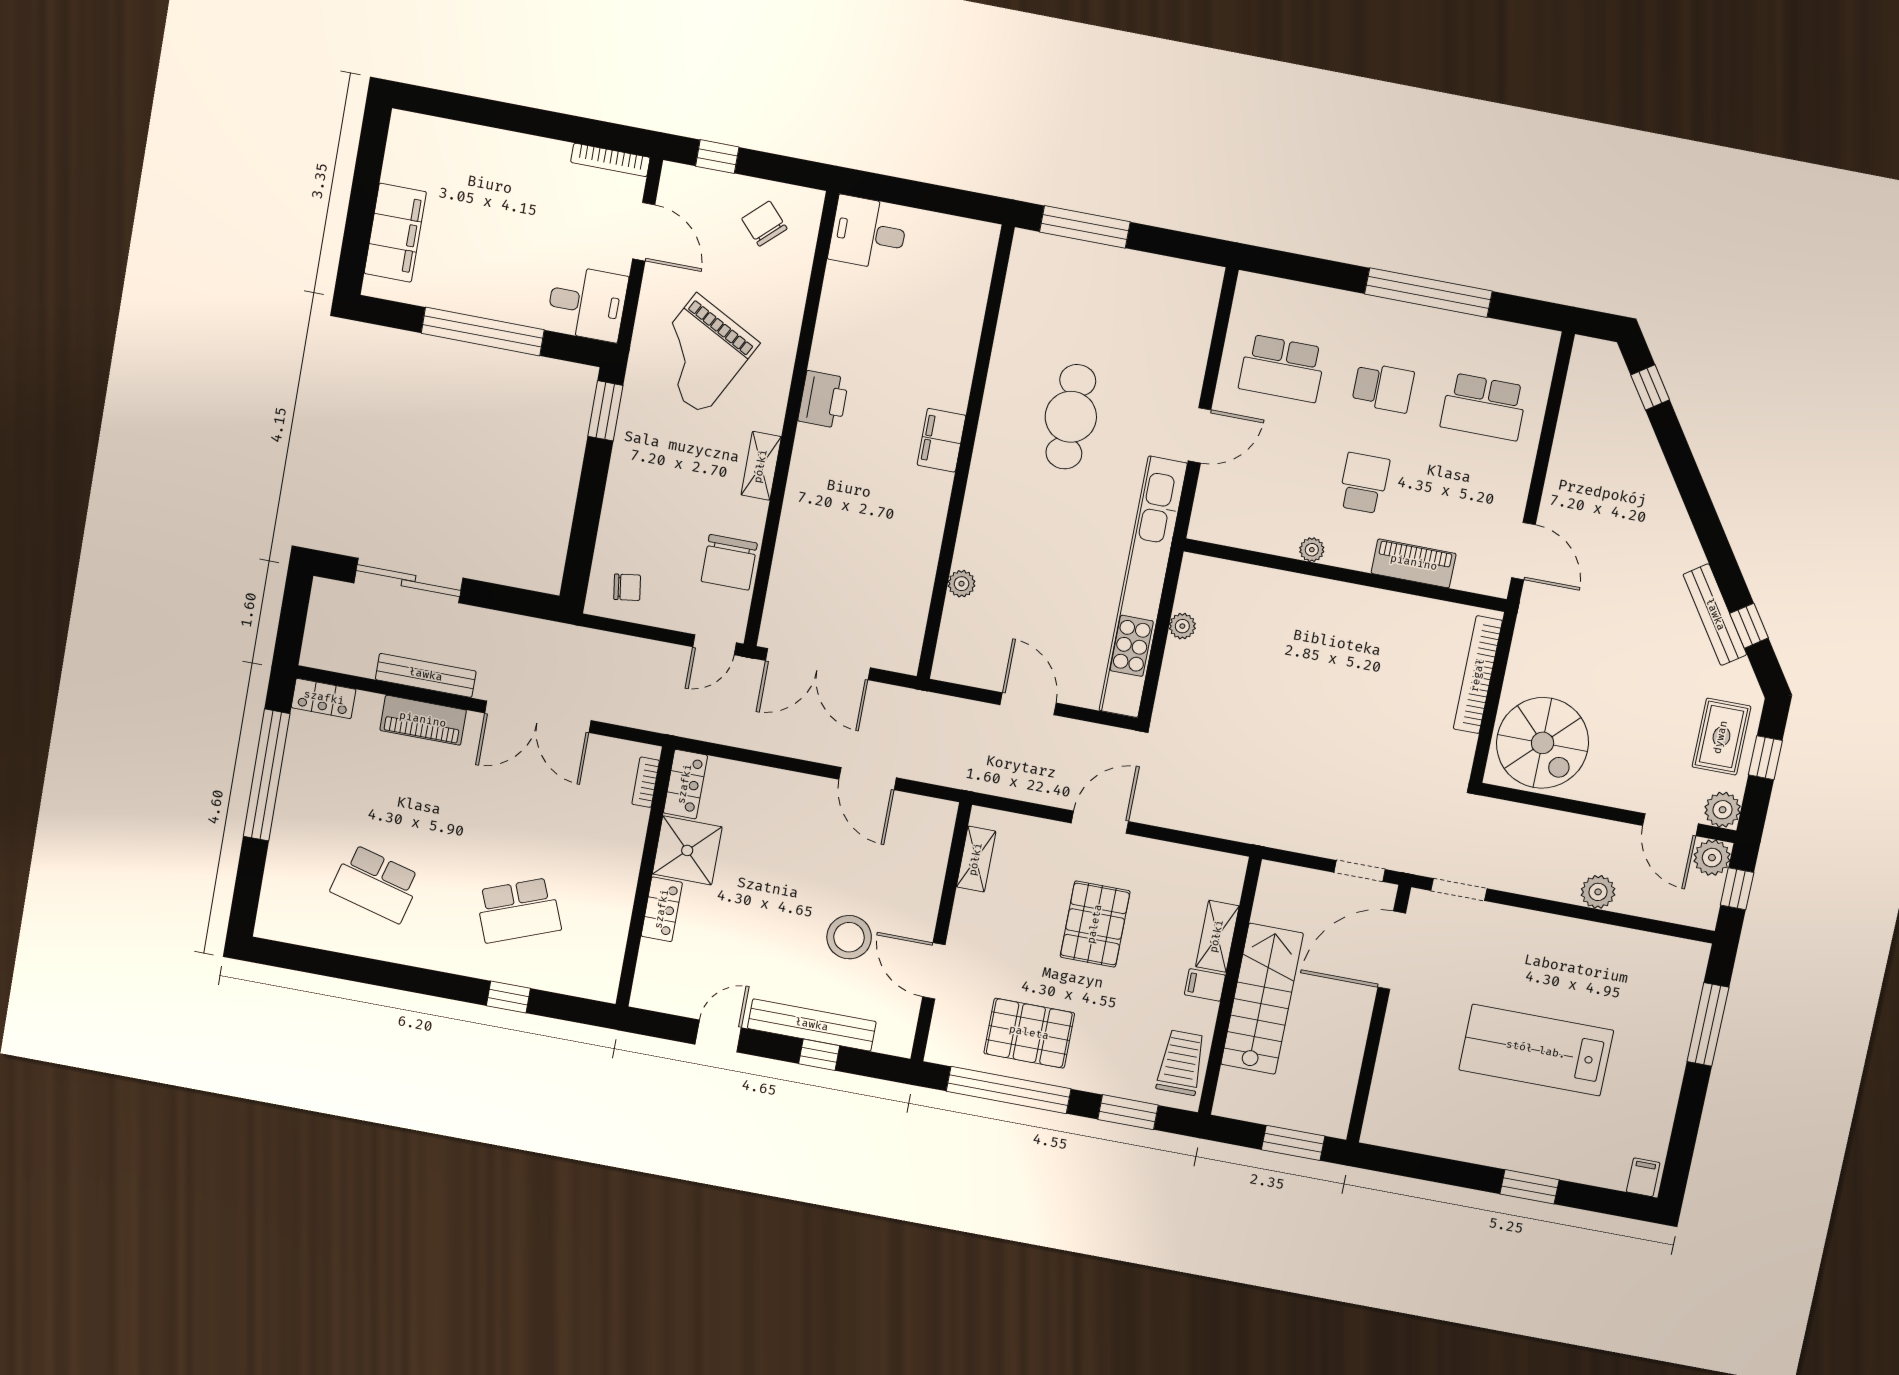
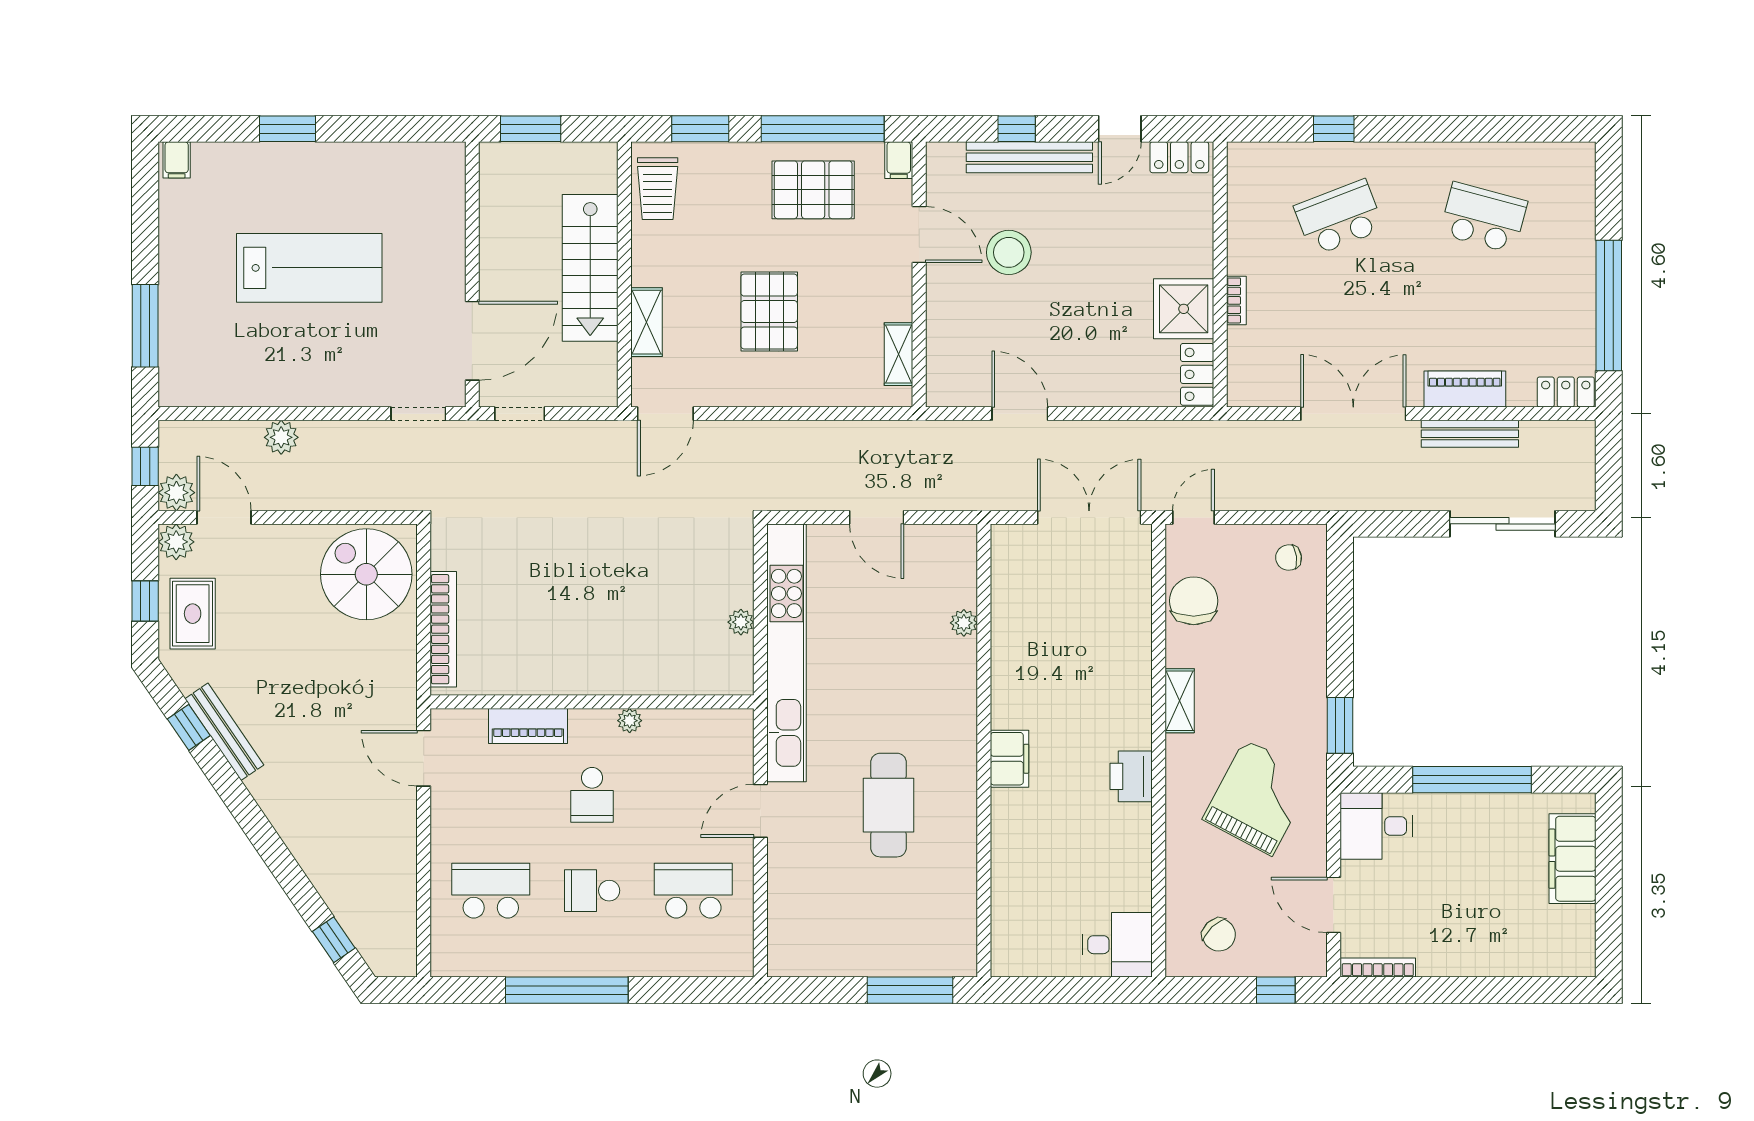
bookcase: (646, 782) -> (1236, 300), moved
door: (1100, 822) -> (665, 414), moved
locker: (662, 909) -> (1179, 157), moved, turned -90
filing cabinet: (1205, 985) -> (899, 160), moved, turned 90

